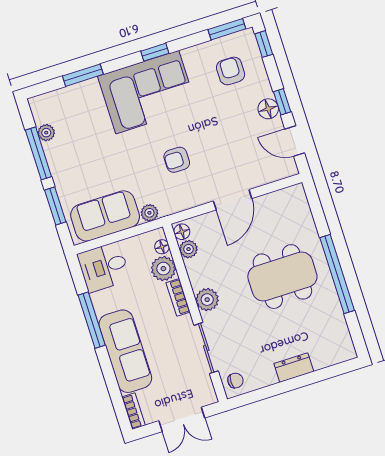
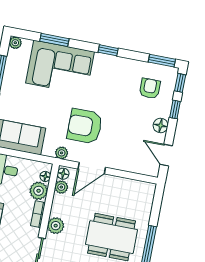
corner sofa: (147, 92) -> (60, 67), moved
window: (282, 102) -> (175, 109), moved
plant: (46, 133) -> (15, 43), moved
armchair: (177, 160) -> (85, 126), width x1.88, depth x1.88
door: (233, 200) -> (92, 168), moved
plant: (149, 213) -> (62, 153), moved

